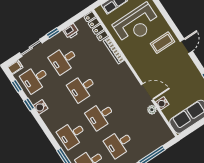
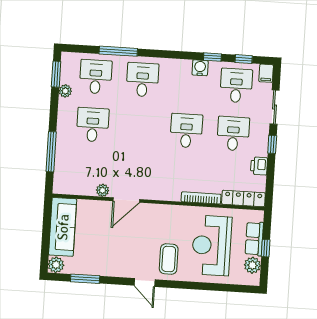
water cooler: (162, 103) -> (101, 207), removed
desk: (101, 116) -> (139, 128), removed

